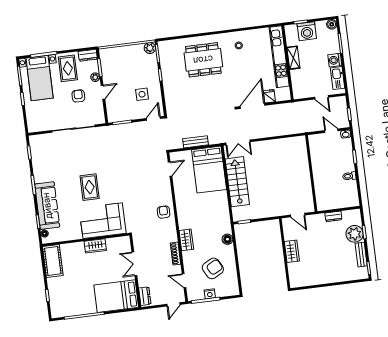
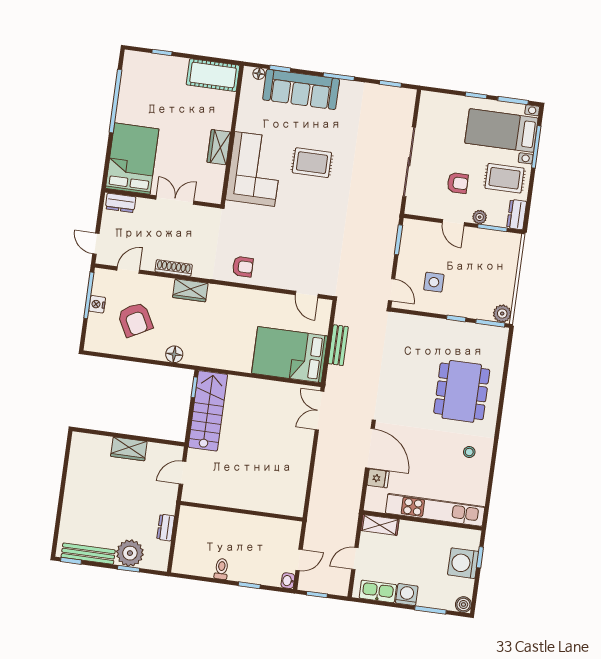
shelving: (293, 58) -> (380, 525), moved
stairs: (237, 182) -> (208, 411), moved, turned -90
bench: (361, 255) -> (88, 554), width x1.36

